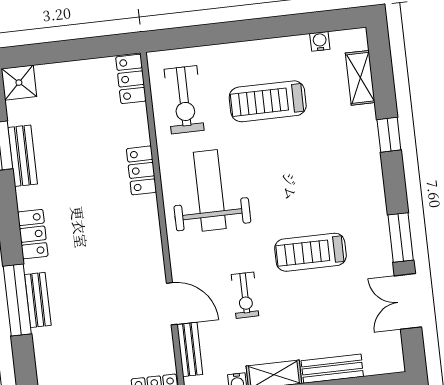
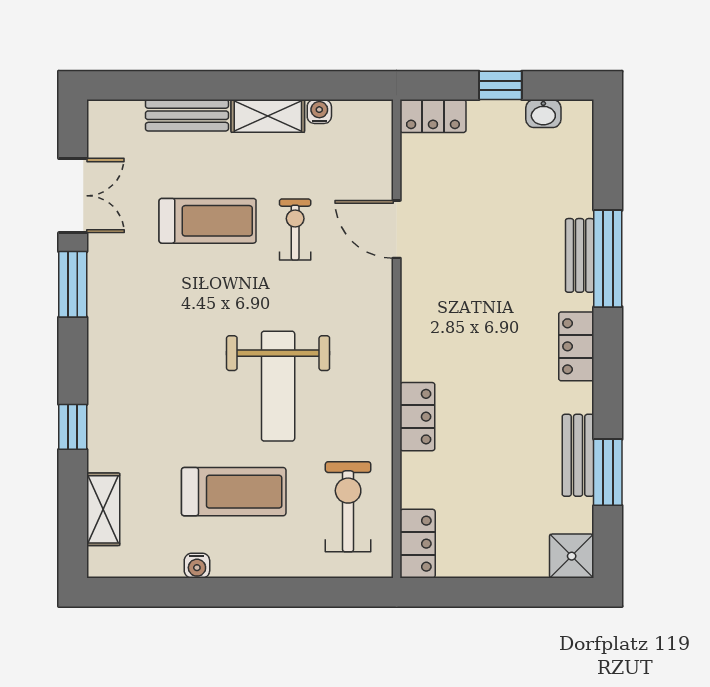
water cooler: (320, 41) -> (197, 566), moved
weight bench: (210, 190) -> (278, 386), moved
treadmill: (310, 252) -> (208, 221), moved
bench: (190, 349) -> (379, 164), removed

